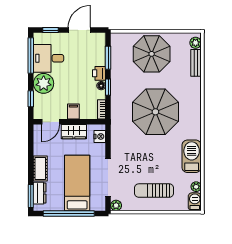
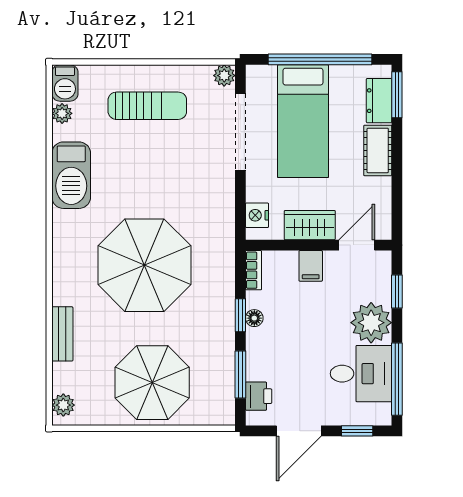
bench: (196, 63) -> (62, 334), moved
printer: (99, 73) -> (259, 396), moved

